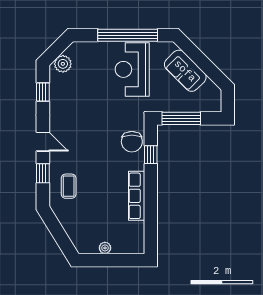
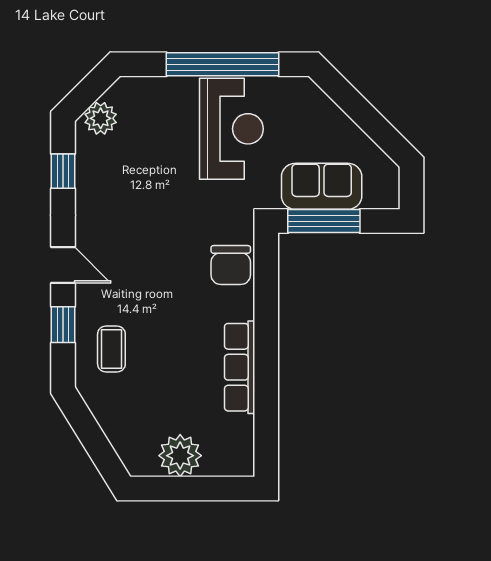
reception desk: (132, 69) -> (231, 129), turned 180
sofa: (185, 71) -> (322, 186), moved, turned 135
window: (151, 155) -> (266, 289), removed
plant: (105, 248) -> (180, 456), width x1.88, depth x1.88

